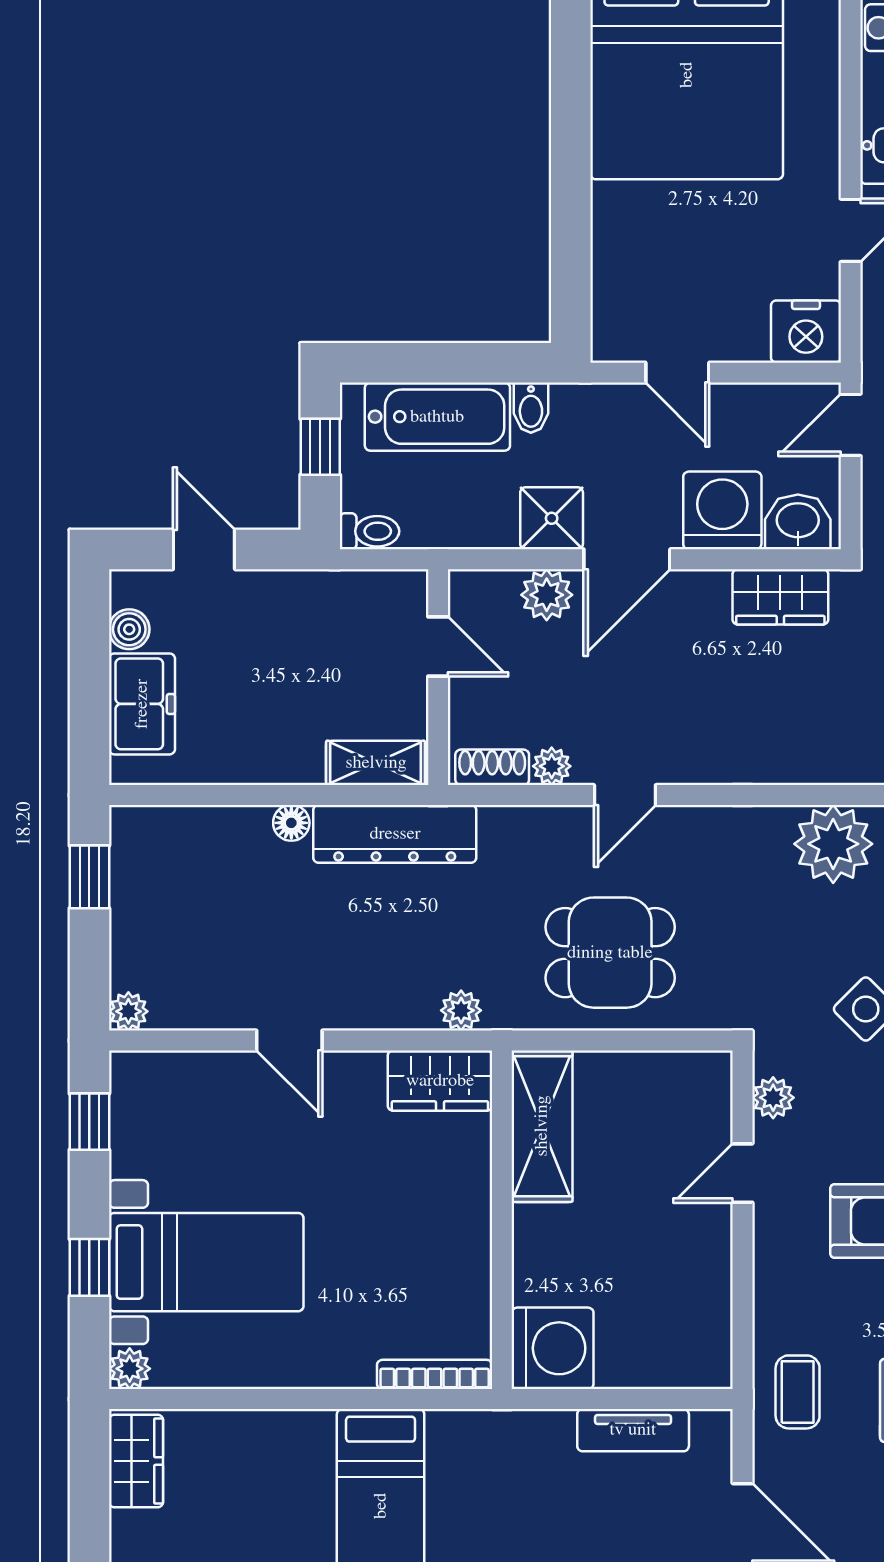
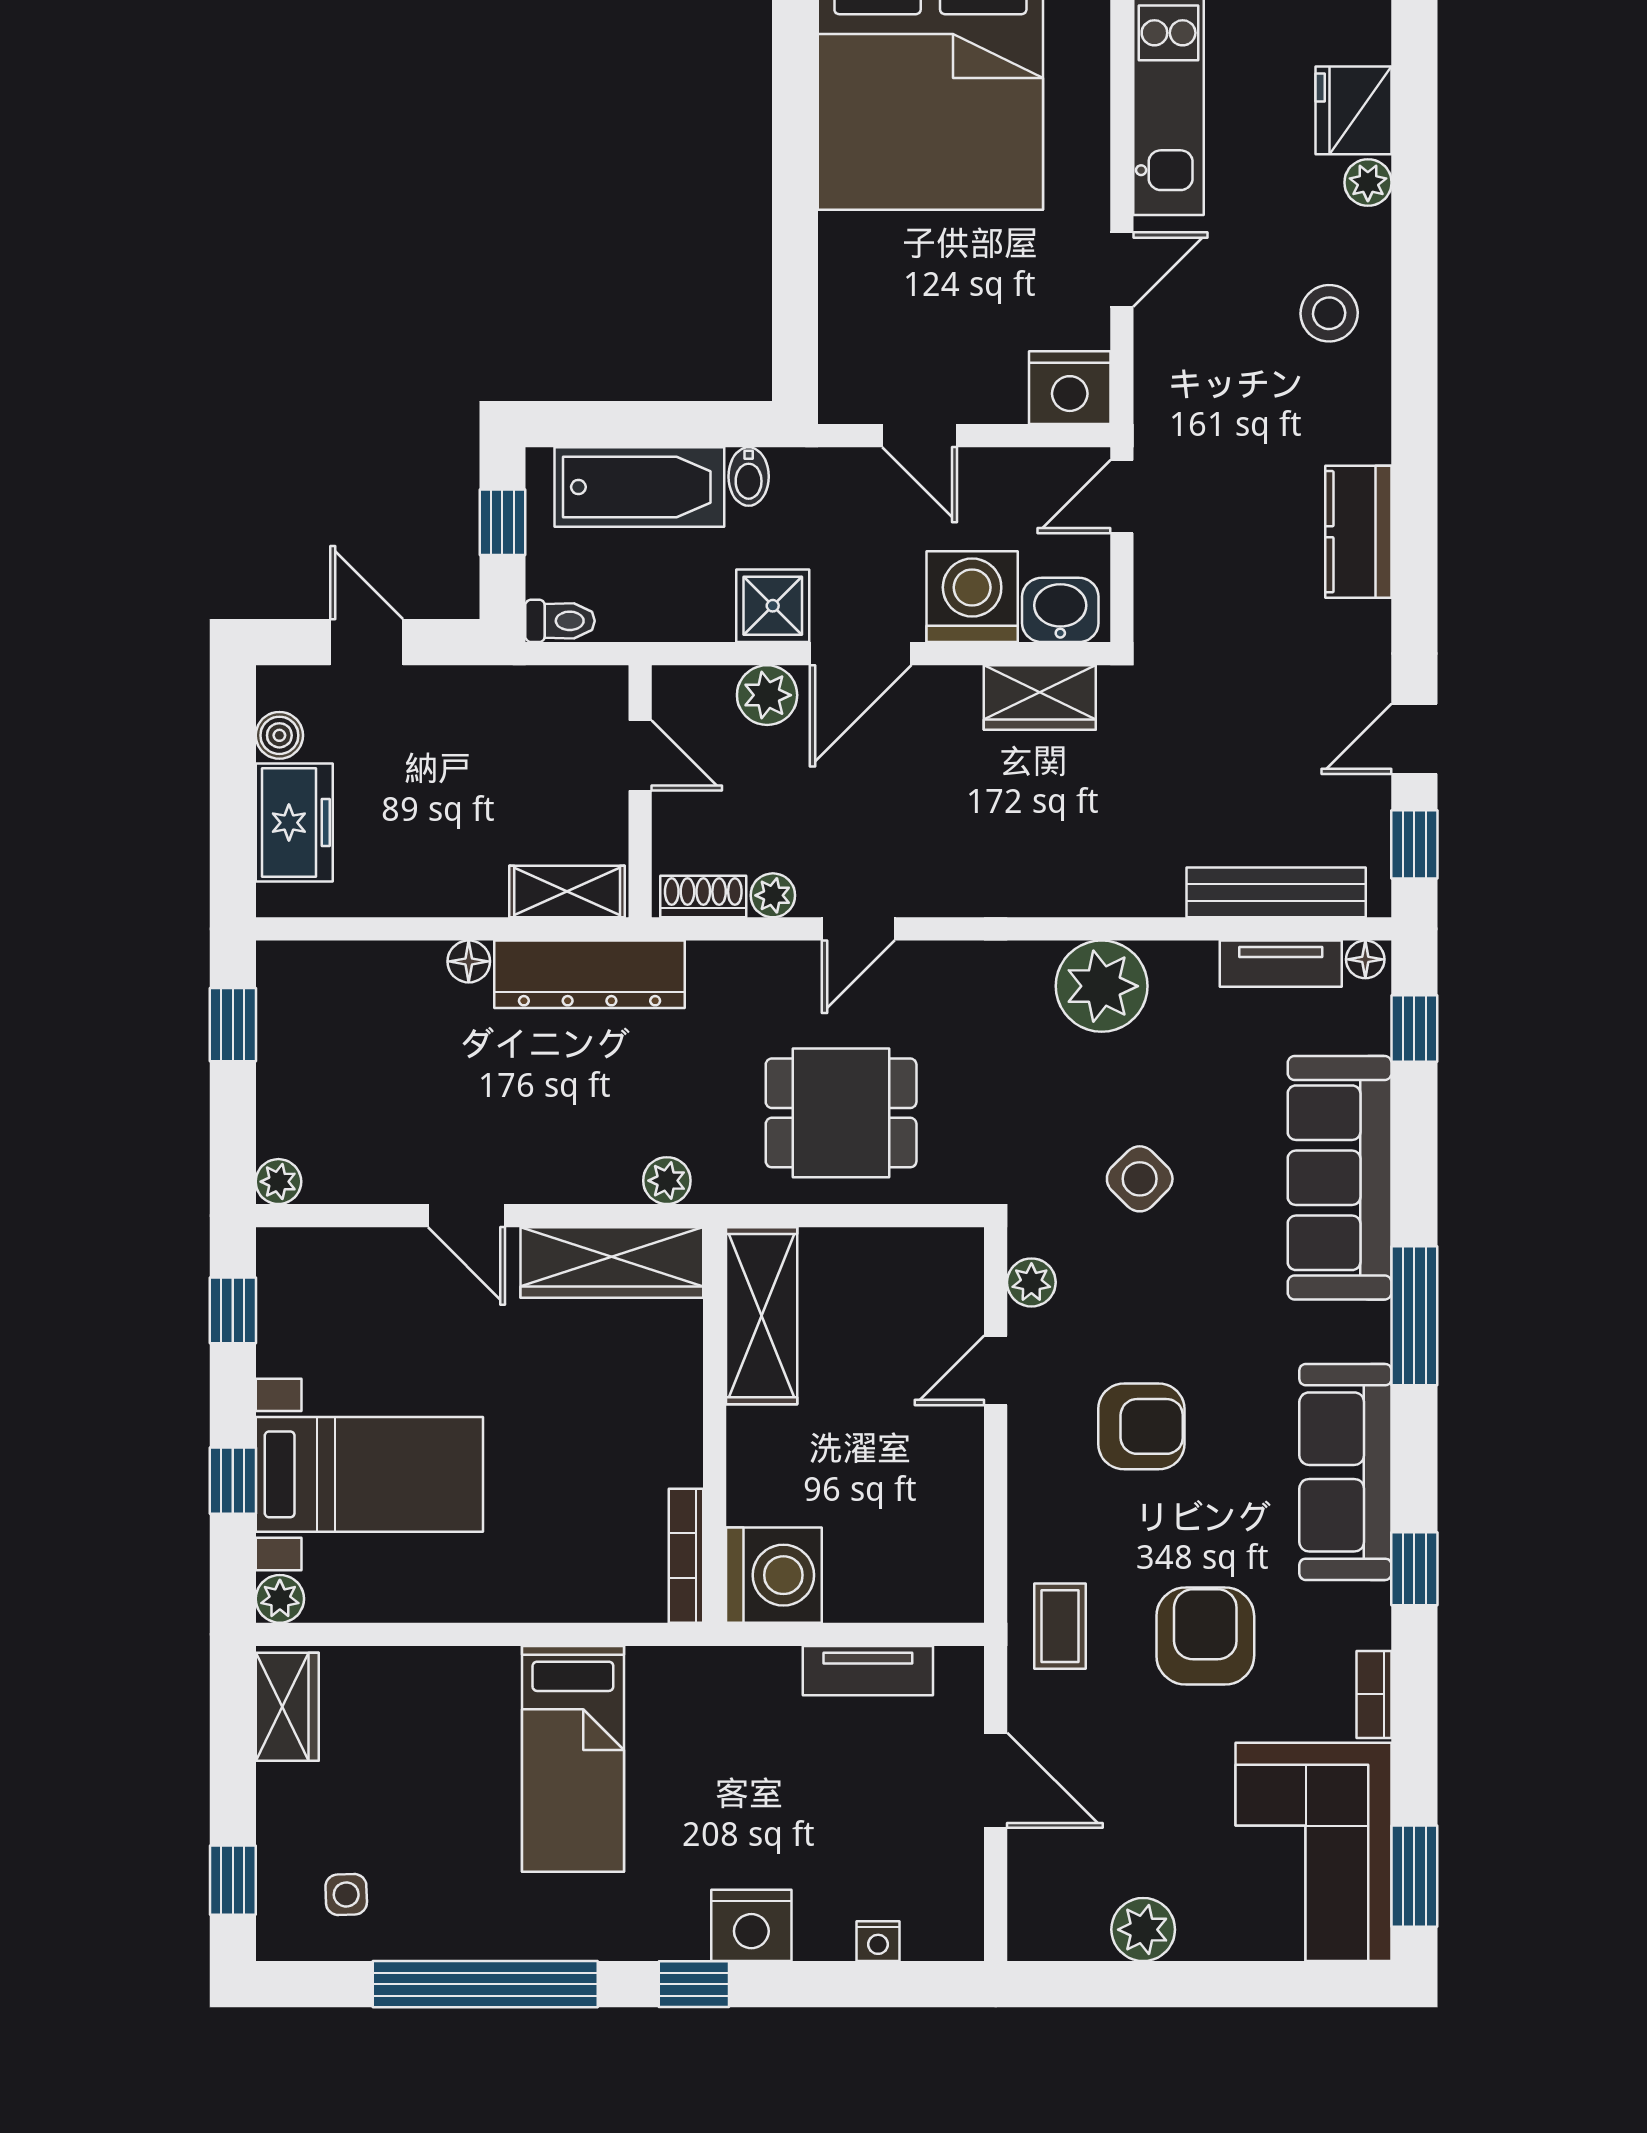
wardrobe: (440, 1081) -> (612, 1262), width x1.50
bookcase: (435, 1374) -> (686, 1556), moved, turned -90

